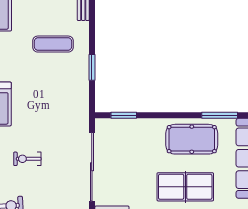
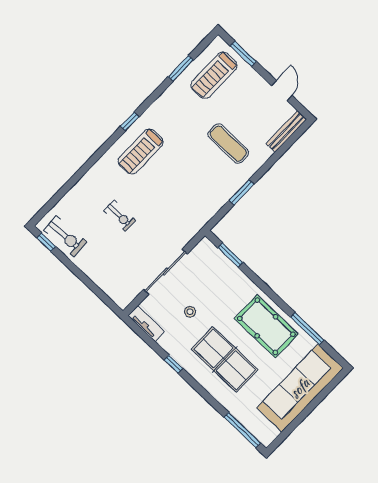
exercise bike: (27, 159) -> (120, 216), turned 180
sliding door: (92, 167) -> (165, 272), width x0.73
stool: (133, 177) -> (190, 312), added

